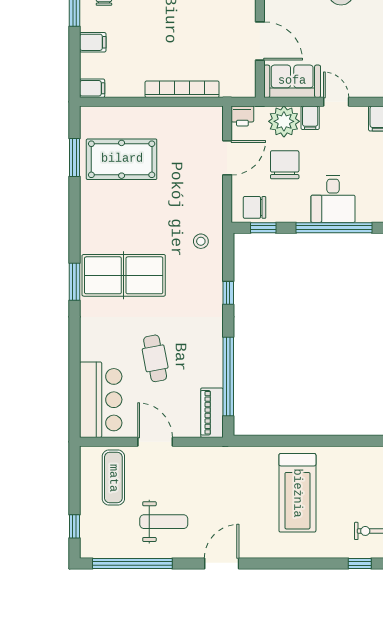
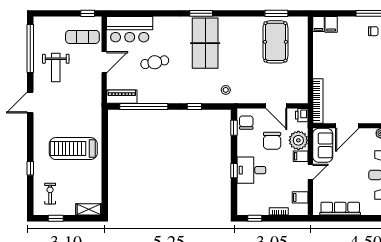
filing cabinet: (93, 42) -> (331, 24), moved
bookcase: (182, 89) -> (318, 101), moved
chair: (285, 165) -> (272, 141), turned 90
window: (334, 228) -> (234, 171), width x0.32
window: (75, 526) -> (88, 13), moved
door: (222, 564) -> (30, 103), swing flipped
window: (360, 564) -> (30, 168), moved

